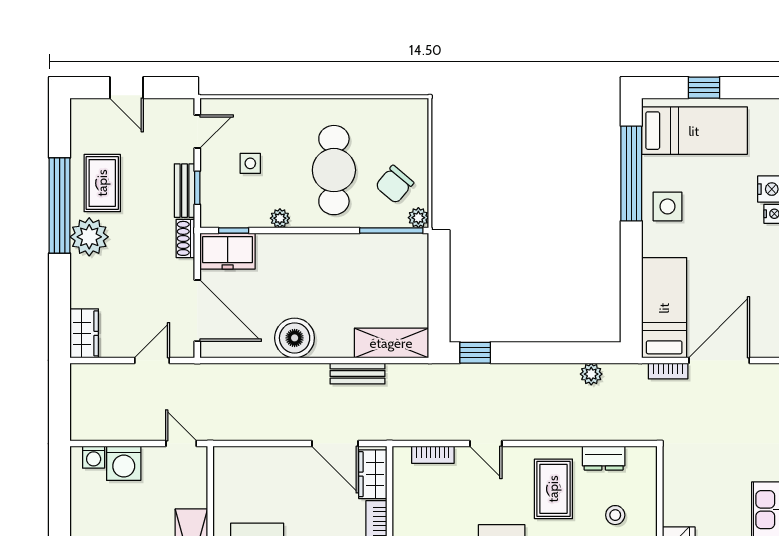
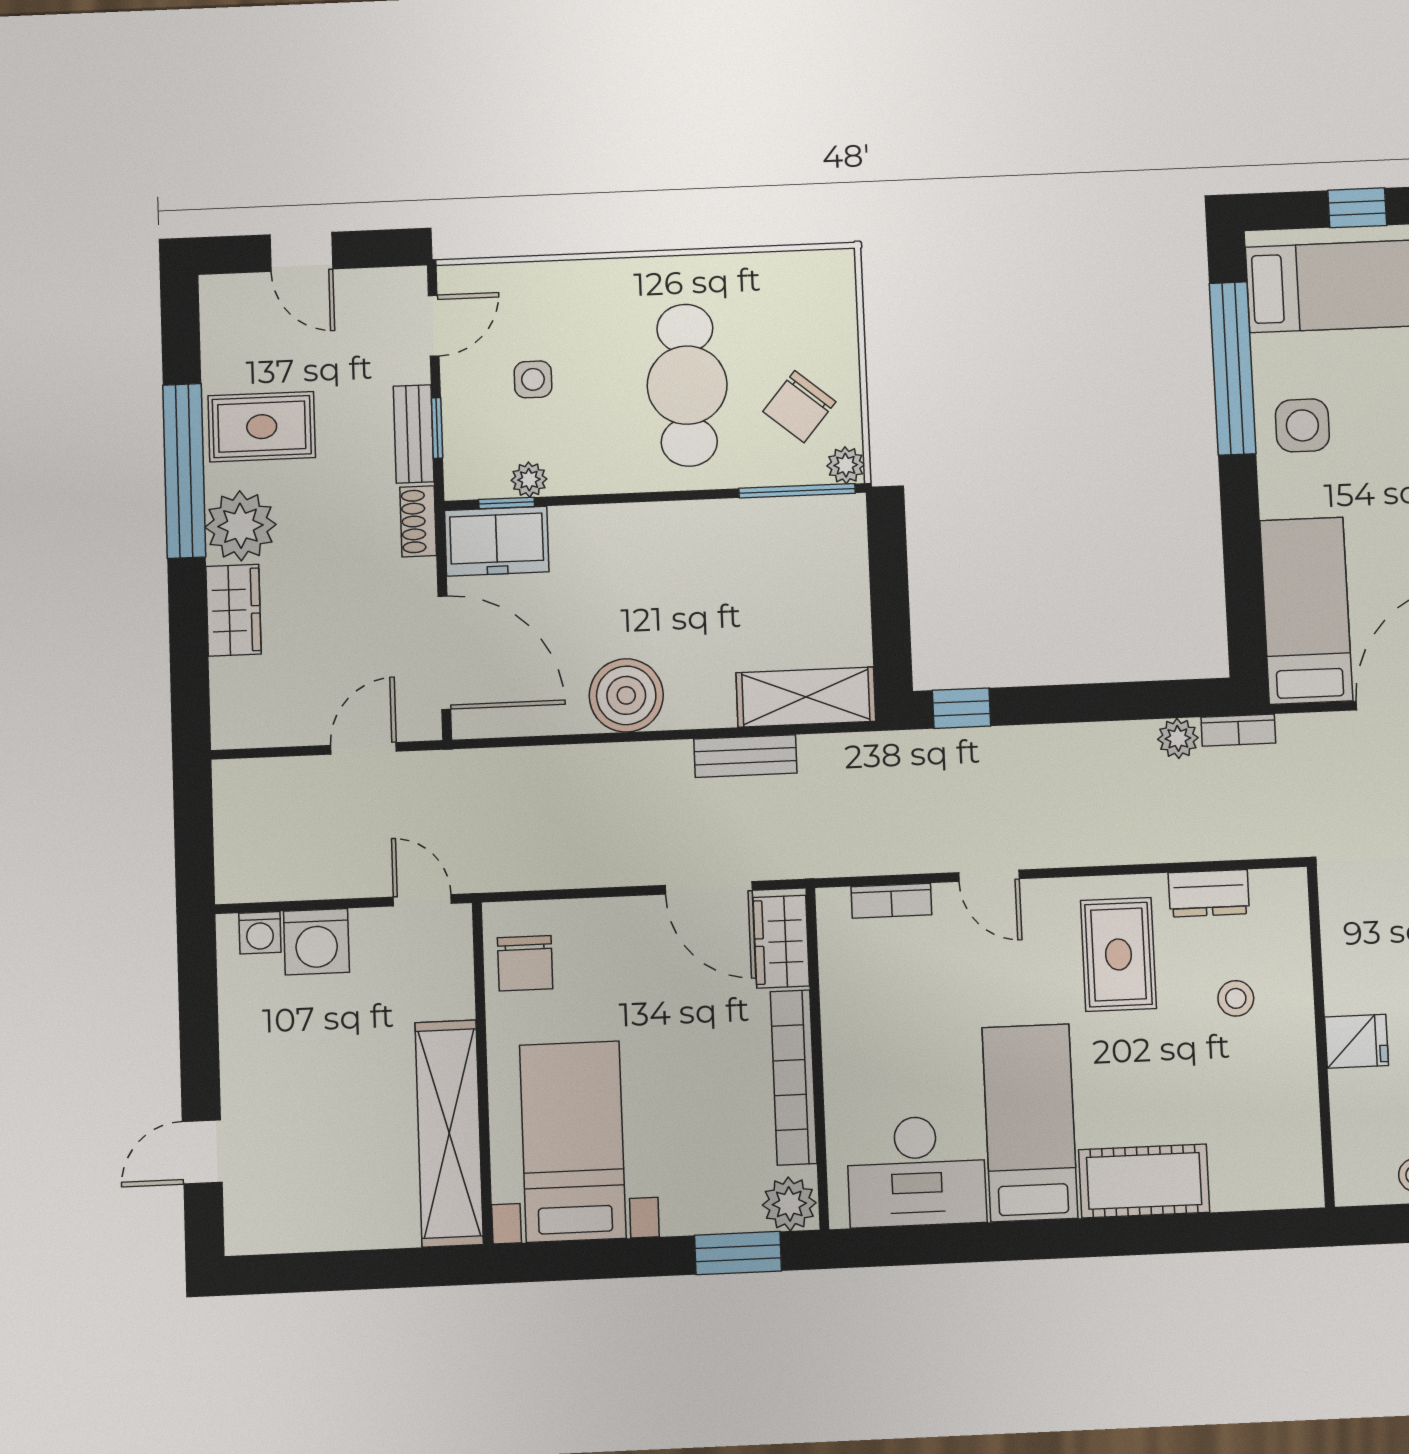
rug: (102, 183) -> (262, 427), turned 90
plant: (280, 218) -> (529, 480), moved
wardrobe: (84, 333) -> (234, 610), moved
bookcase: (668, 371) -> (1238, 730), moved
chair: (235, 480) -> (525, 963), added

